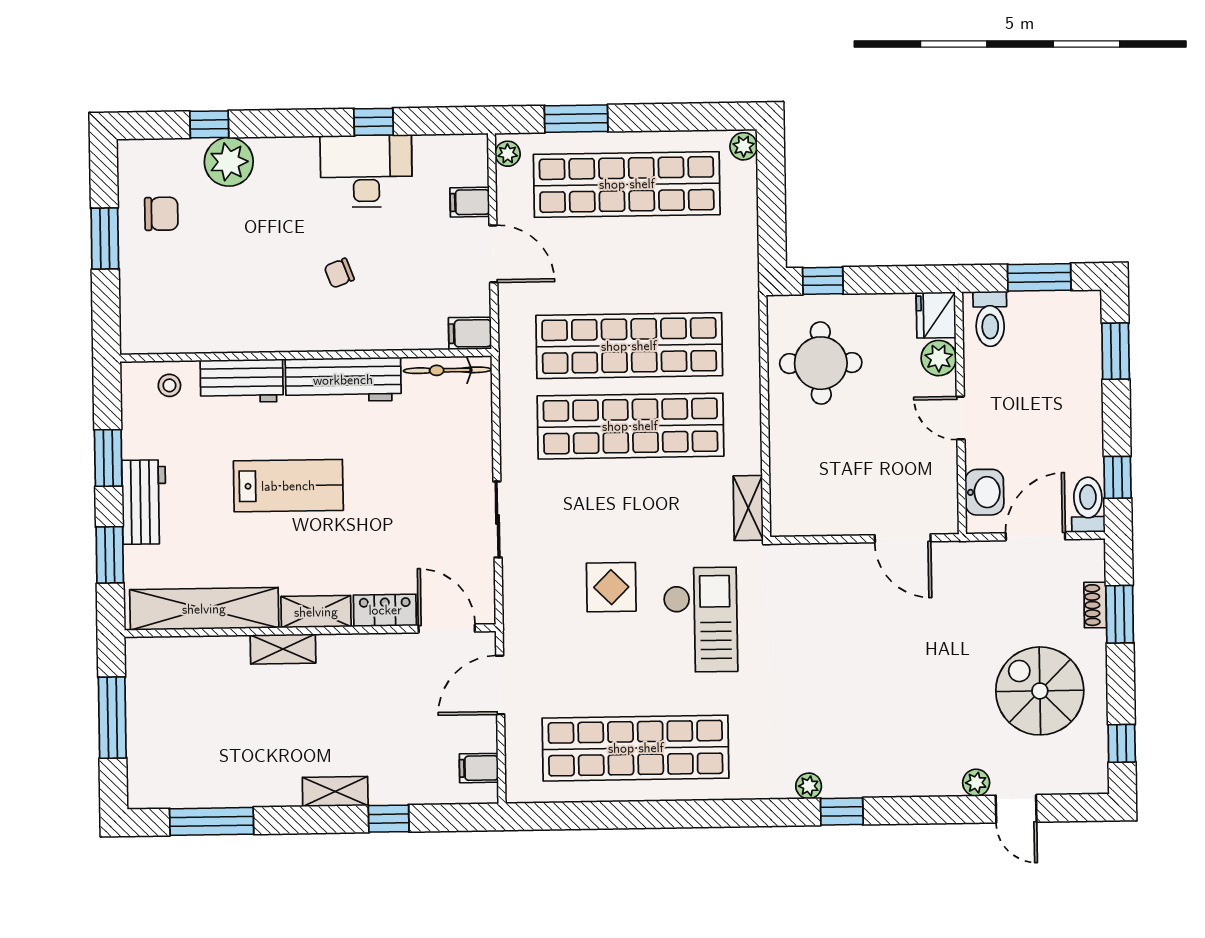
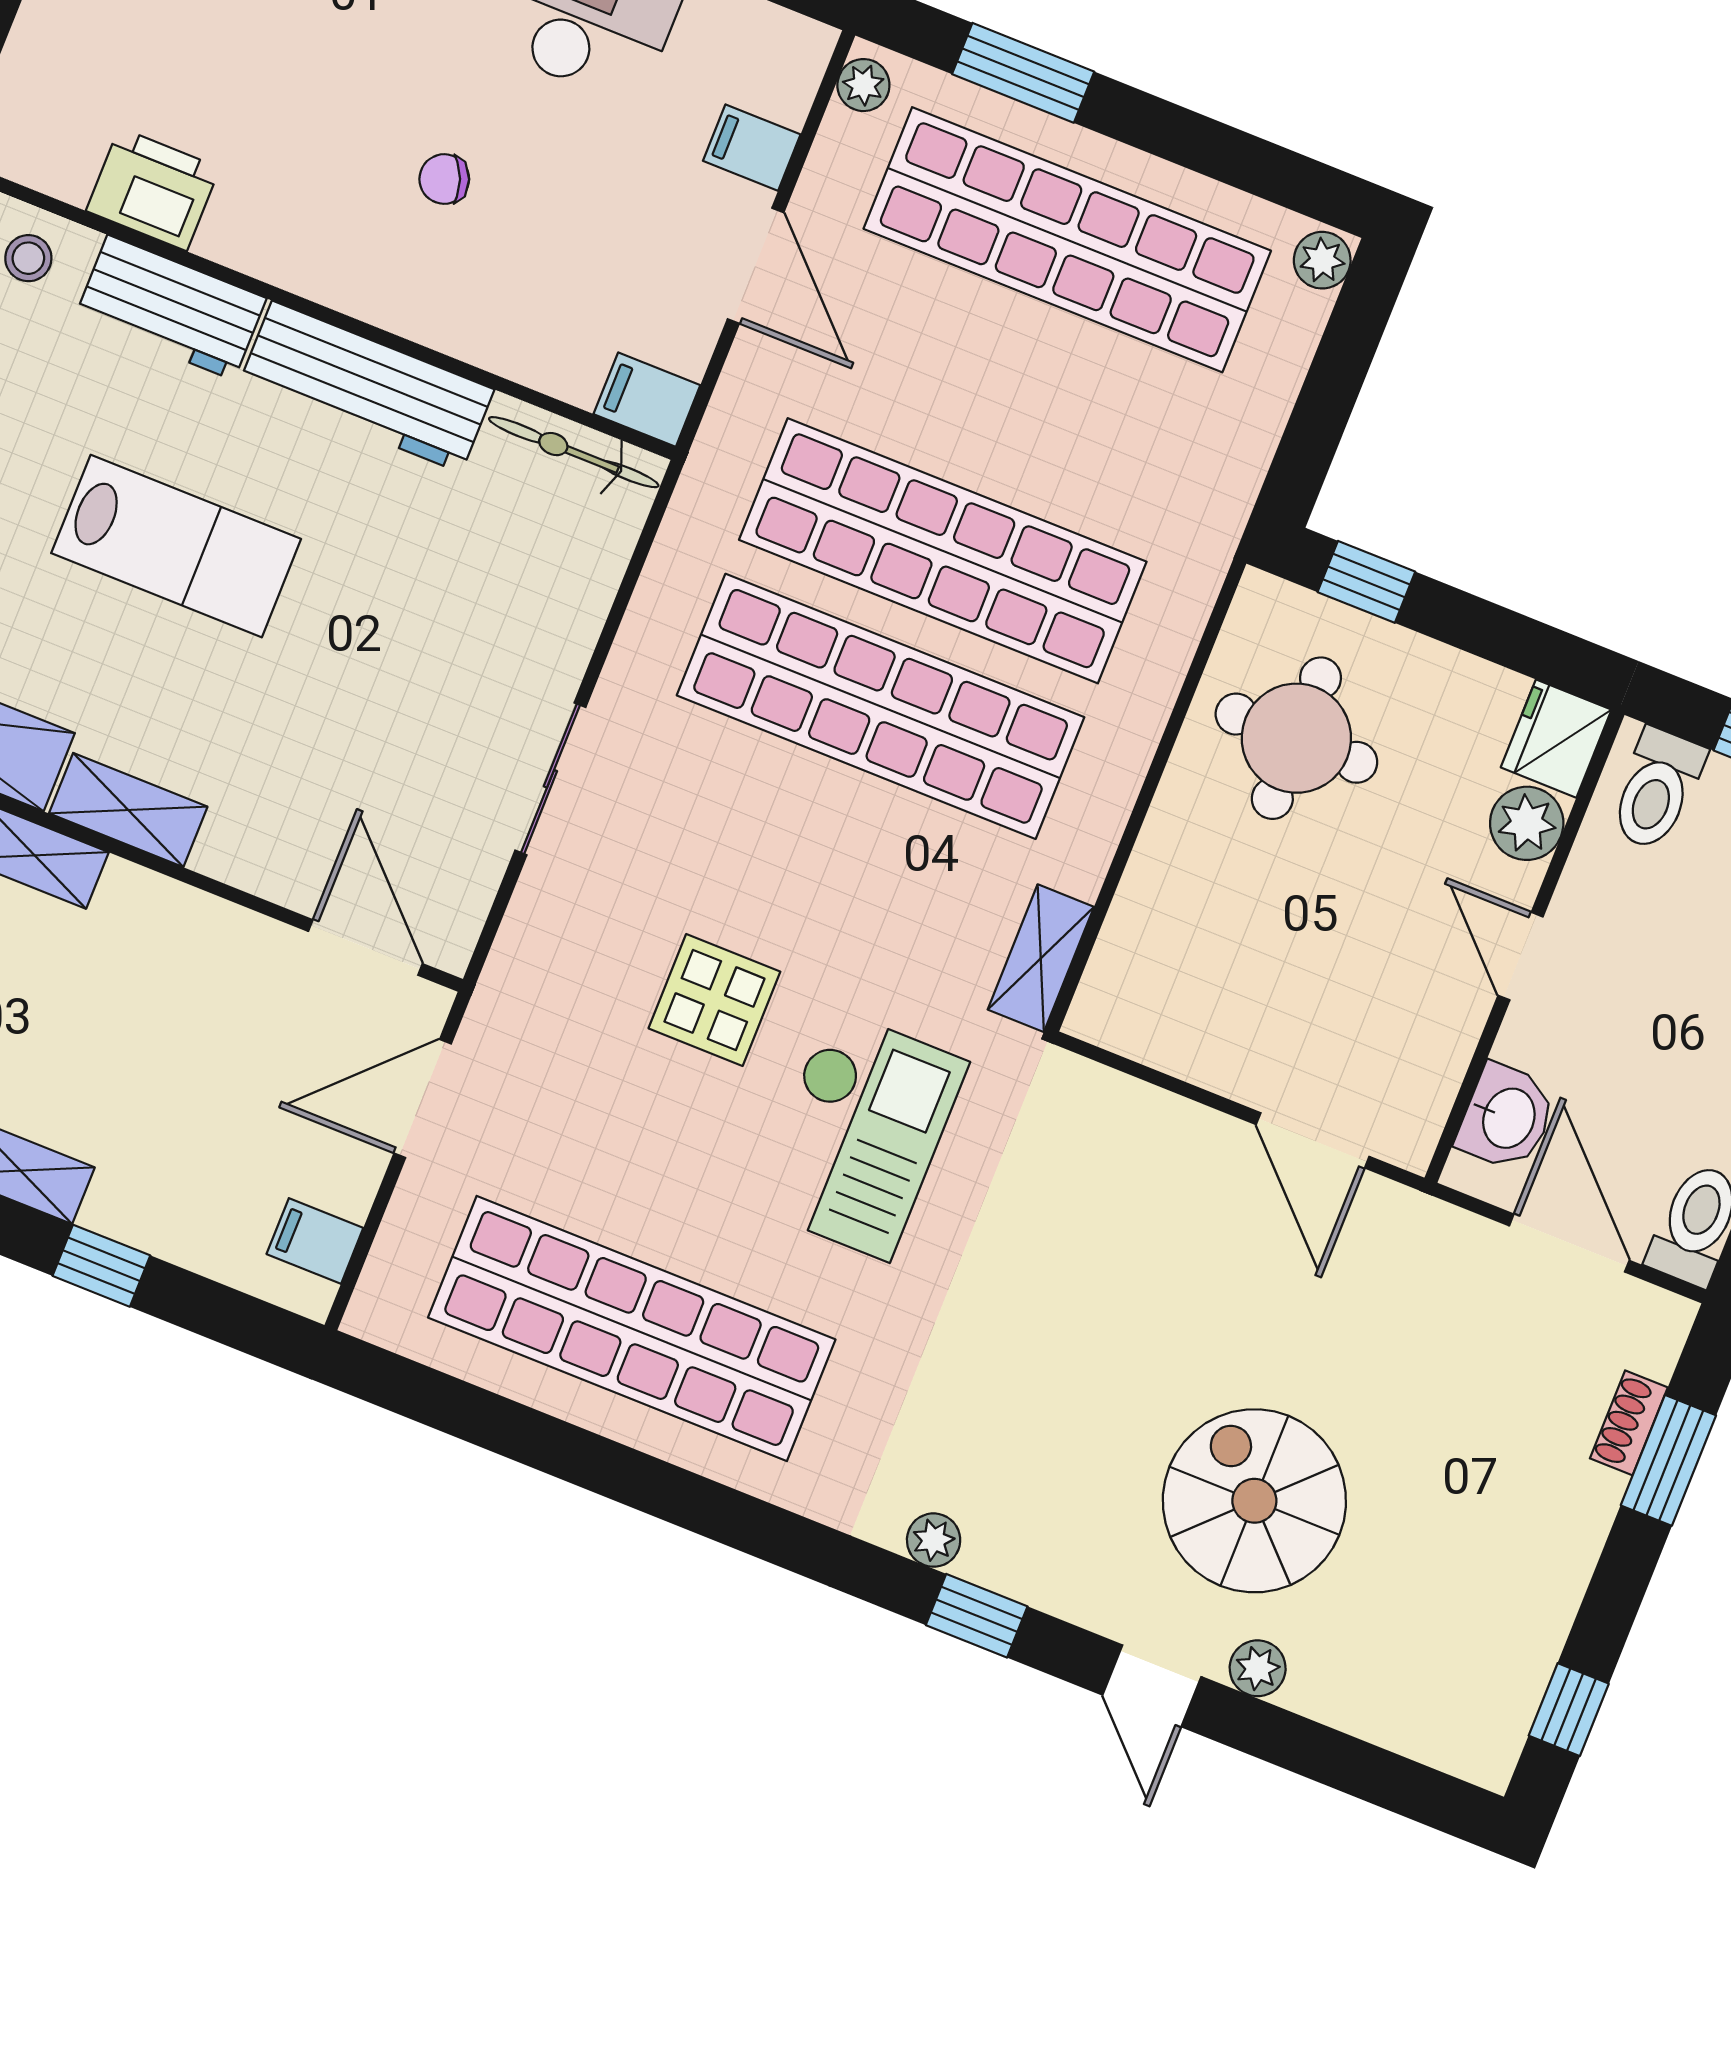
printer: (212, 332) -> (153, 189), added
door: (1035, 536) -> (1569, 1243), hinge flipped
locker: (385, 610) -> (261, 863), removed
spiral stairs: (1040, 691) -> (1254, 1501), moved
door: (1016, 809) -> (1152, 1686), moved

